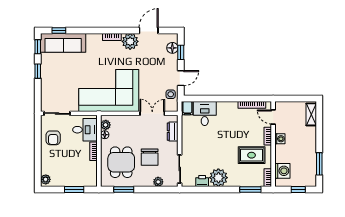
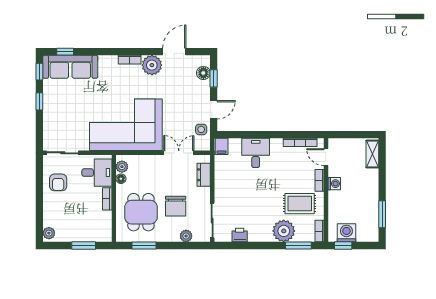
desk: (205, 114) -> (256, 153), moved
washing machine: (282, 171) -> (346, 233), moved, turned -90
plant: (218, 178) -> (284, 231), moved
window: (298, 190) -> (343, 245), moved

